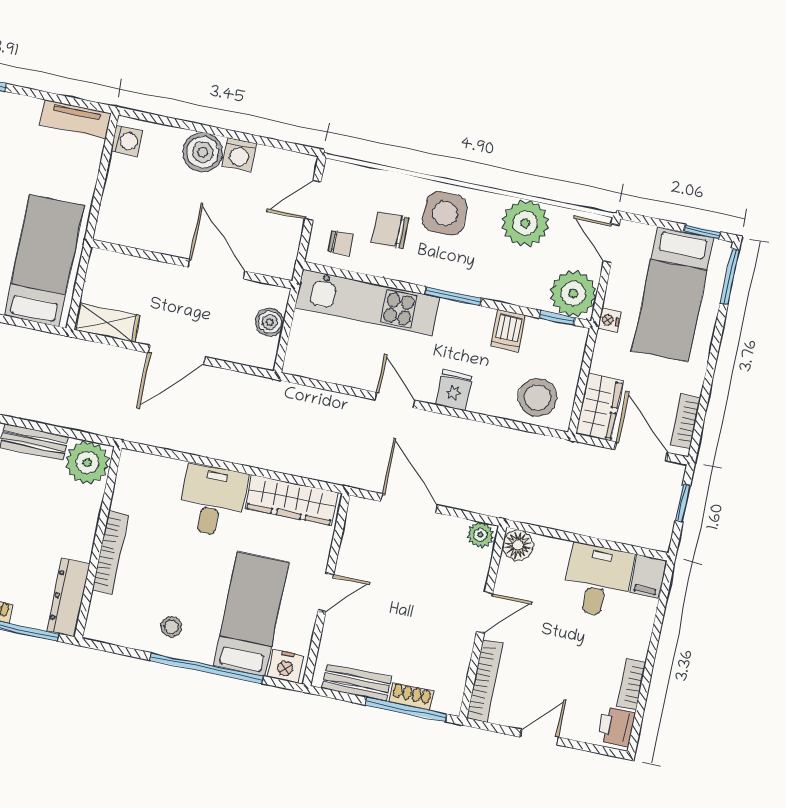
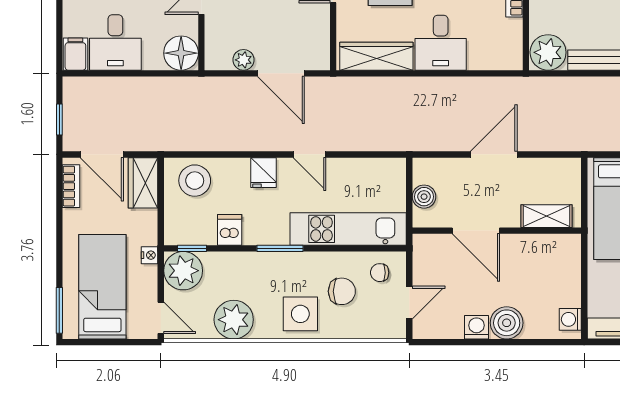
window: (702, 232) -> (89, 342), removed
shelving: (107, 323) -> (546, 216), moved
plant: (480, 535) -> (243, 60), moved
floor lamp: (518, 545) -> (181, 53), width x1.38, depth x1.38

